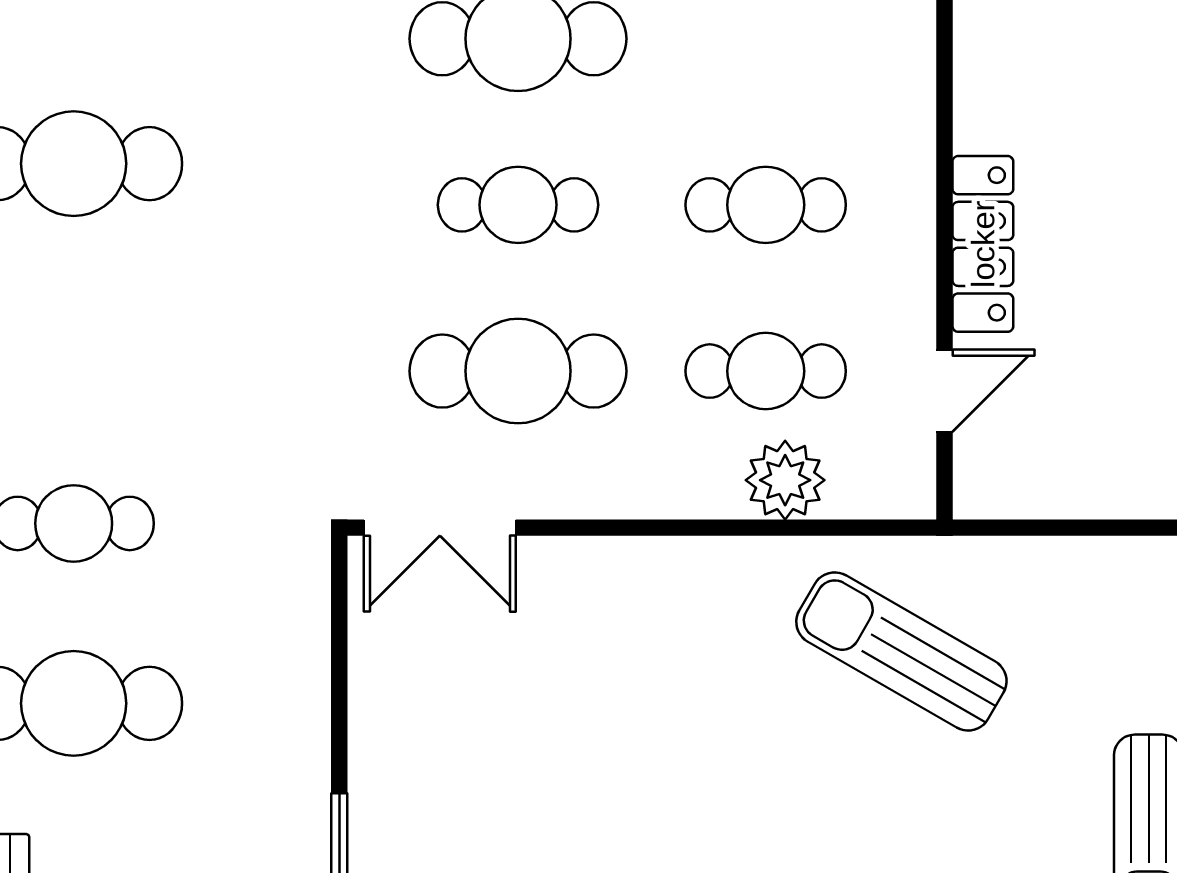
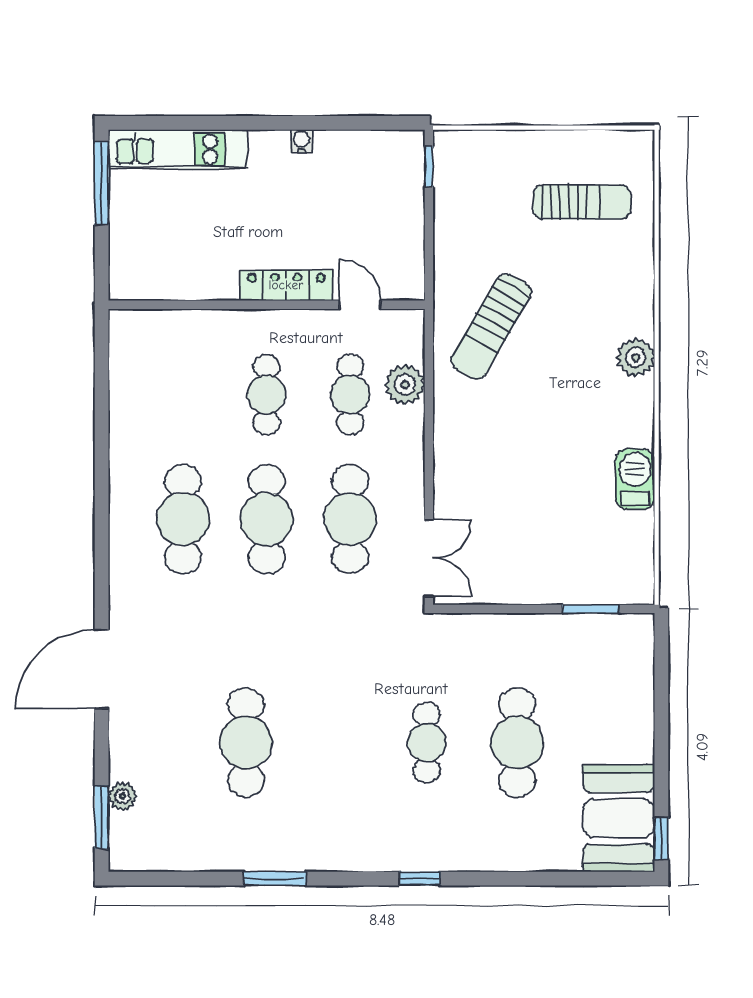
cafe table: (518, 205) -> (267, 519), width x1.37, depth x1.35

